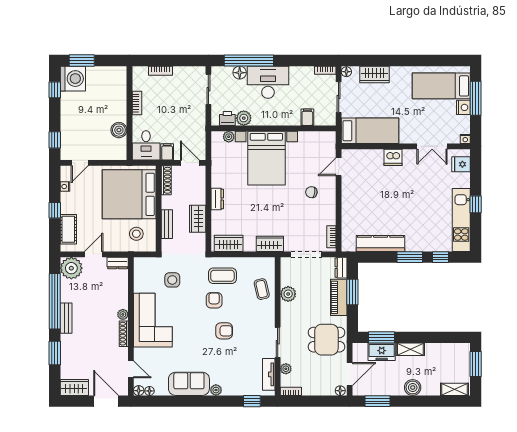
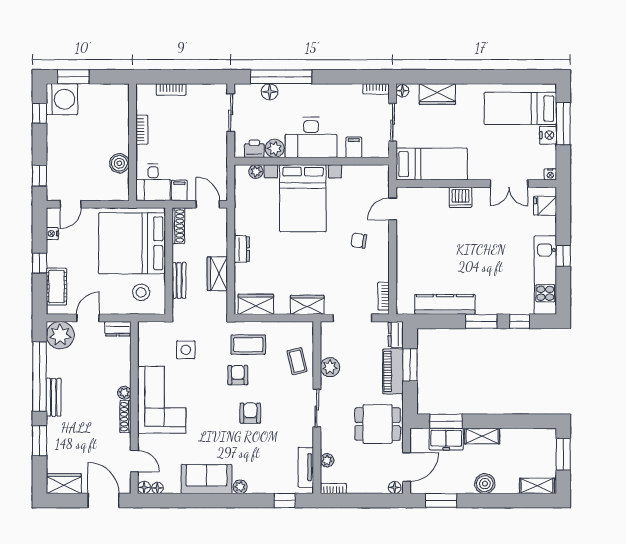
desk: (268, 82) -> (311, 138), moved, turned 180
armchair: (224, 331) -> (250, 413), turned -90
sliding door: (278, 342) -> (317, 408), moved

